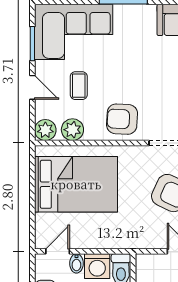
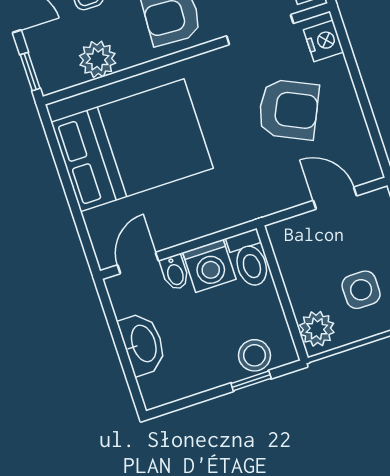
window: (32, 124) -> (30, 72), added
plant: (45, 130) -> (54, 74), removed

